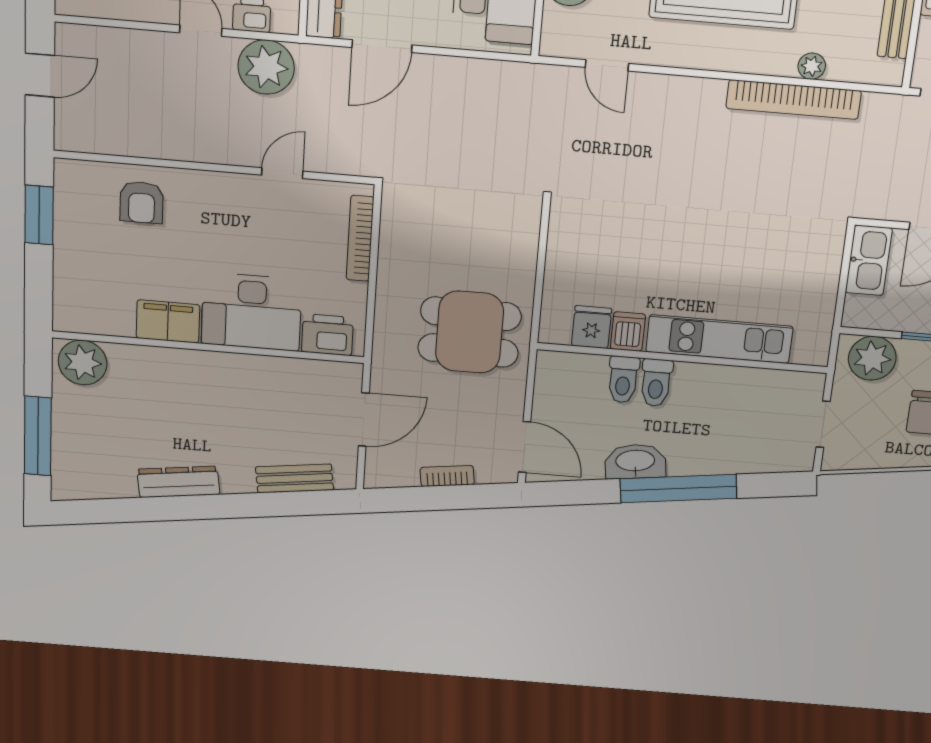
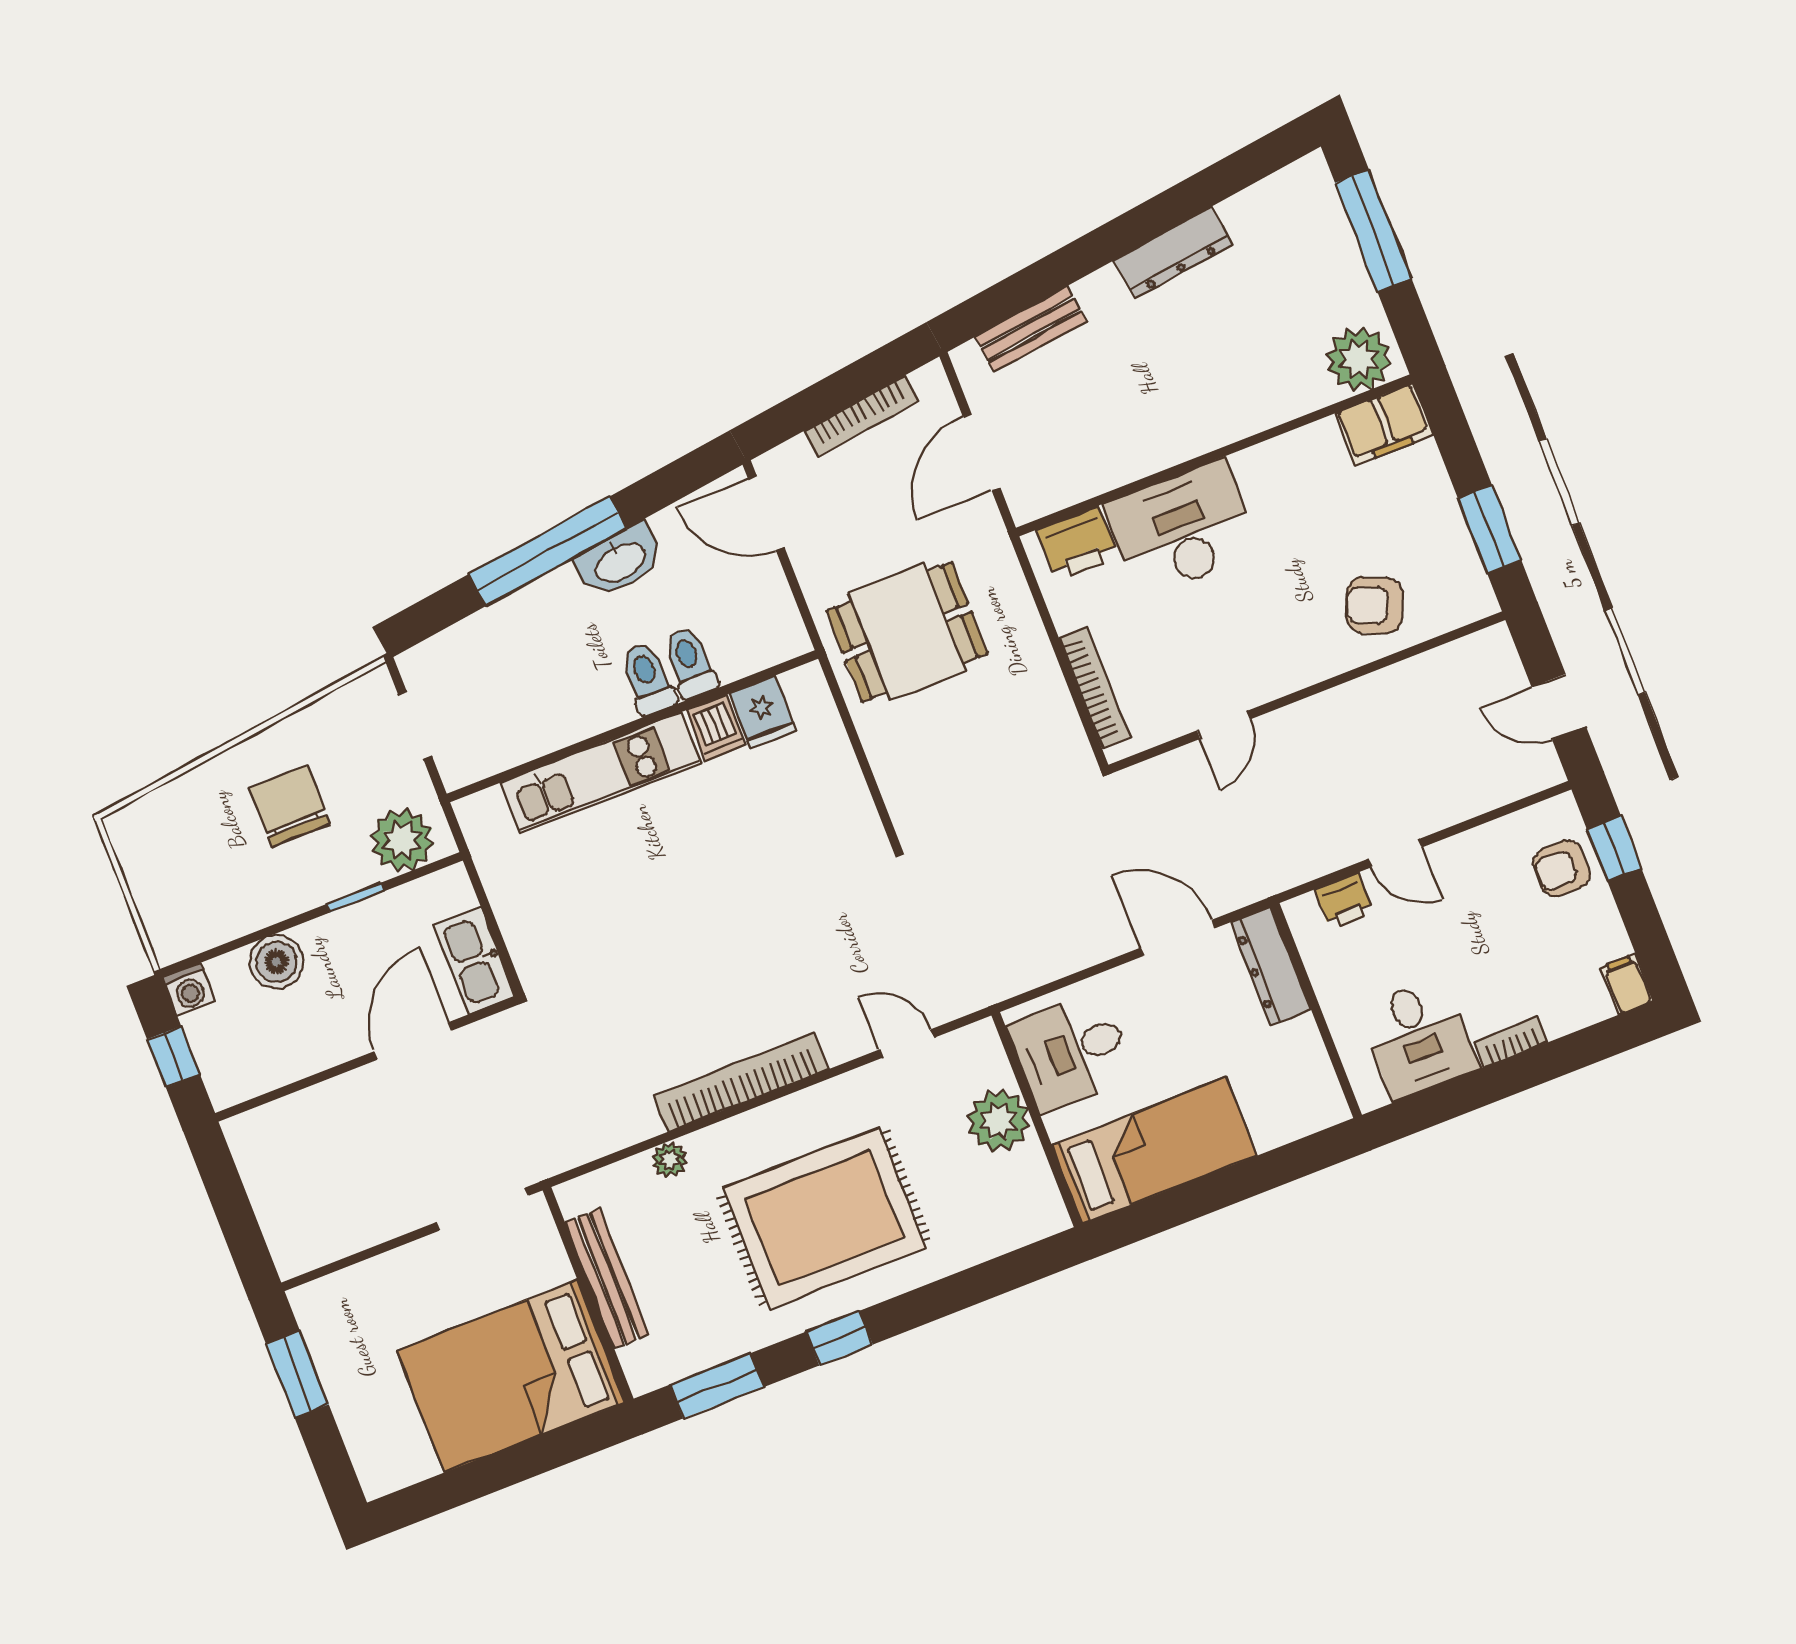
door: (382, 46) -> (1178, 938), hinge flipped
plant: (266, 67) -> (1300, 846), removed
door: (40, 75) -> (1559, 707), hinge flipped
bookcase: (794, 100) -> (741, 1082), moved
armchair: (142, 202) -> (1374, 605), turned -68
filing cabinet: (168, 321) -> (1384, 424), moved
bookcase: (447, 476) -> (861, 416), width x1.56

